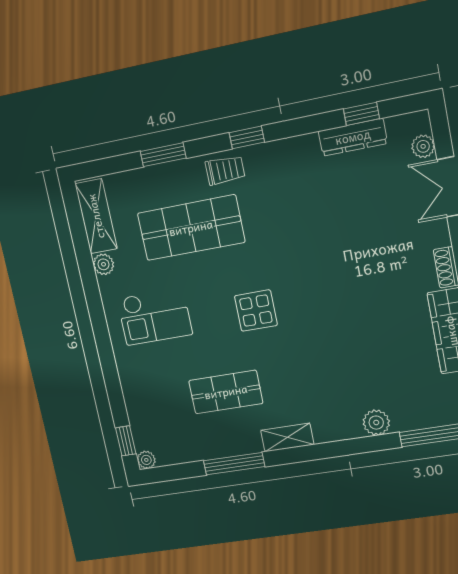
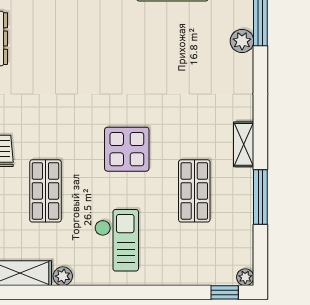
shop shelf: (191, 228) -> (45, 191), width x0.70, depth x0.74
display table: (256, 311) -> (127, 149), width x1.36, depth x1.36
plant: (376, 423) -> (242, 41), moved

